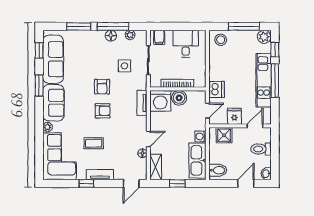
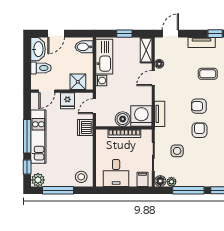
floor lamp: (111, 36) -> (160, 181), moved
washbasin: (266, 174) -> (38, 49), width x1.91, depth x1.45

